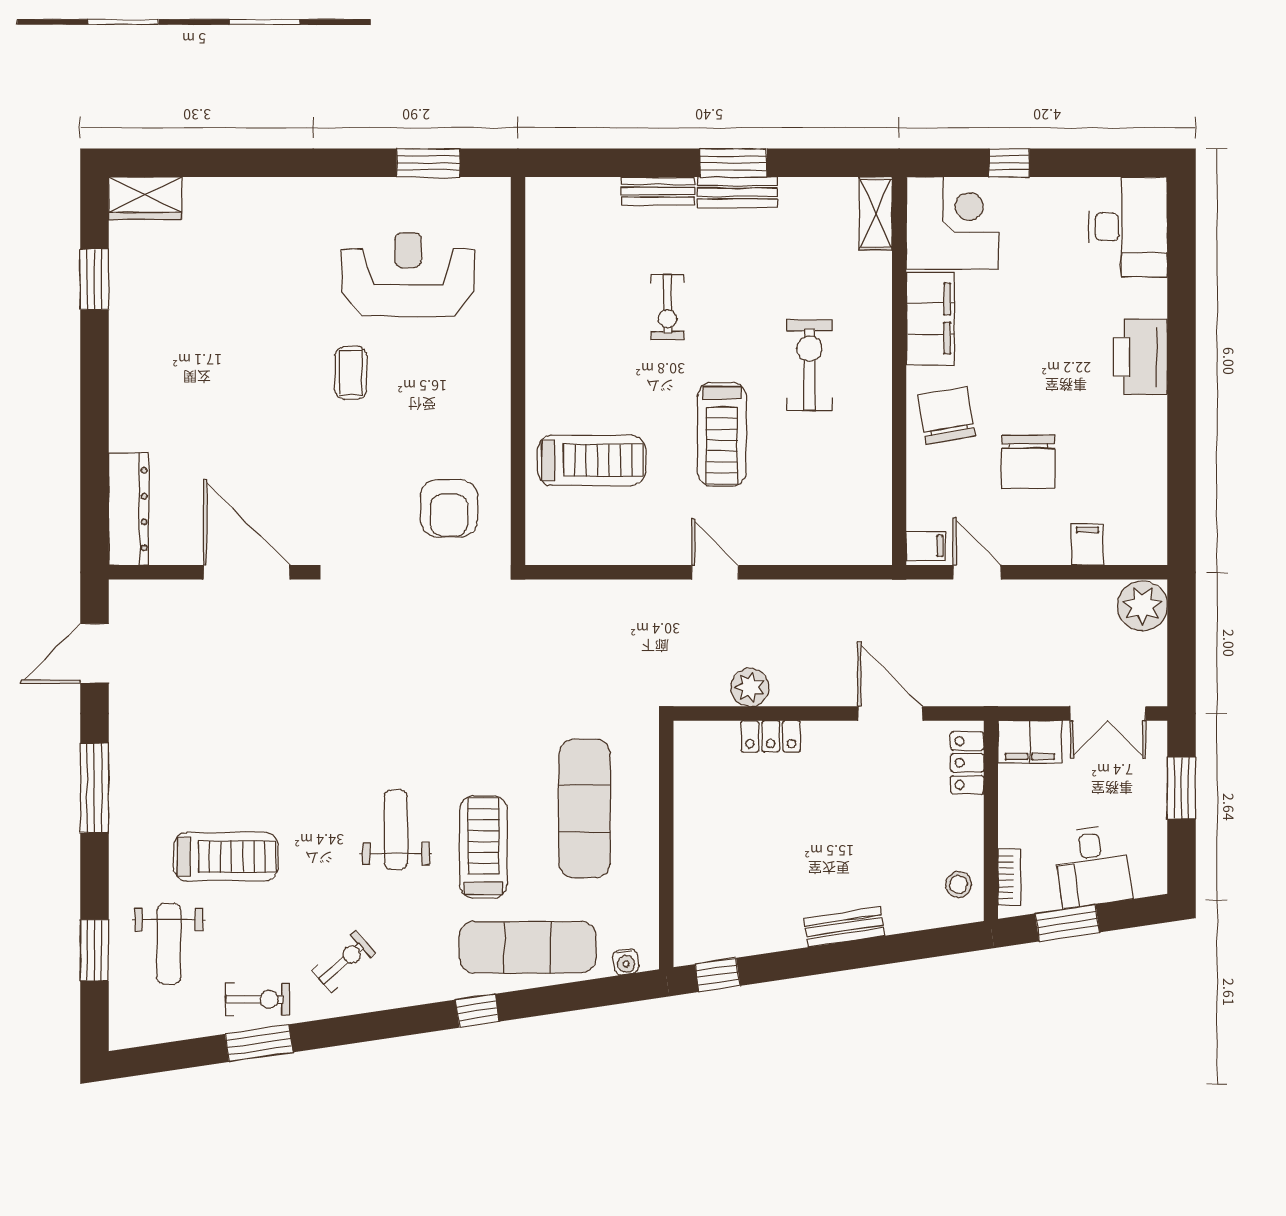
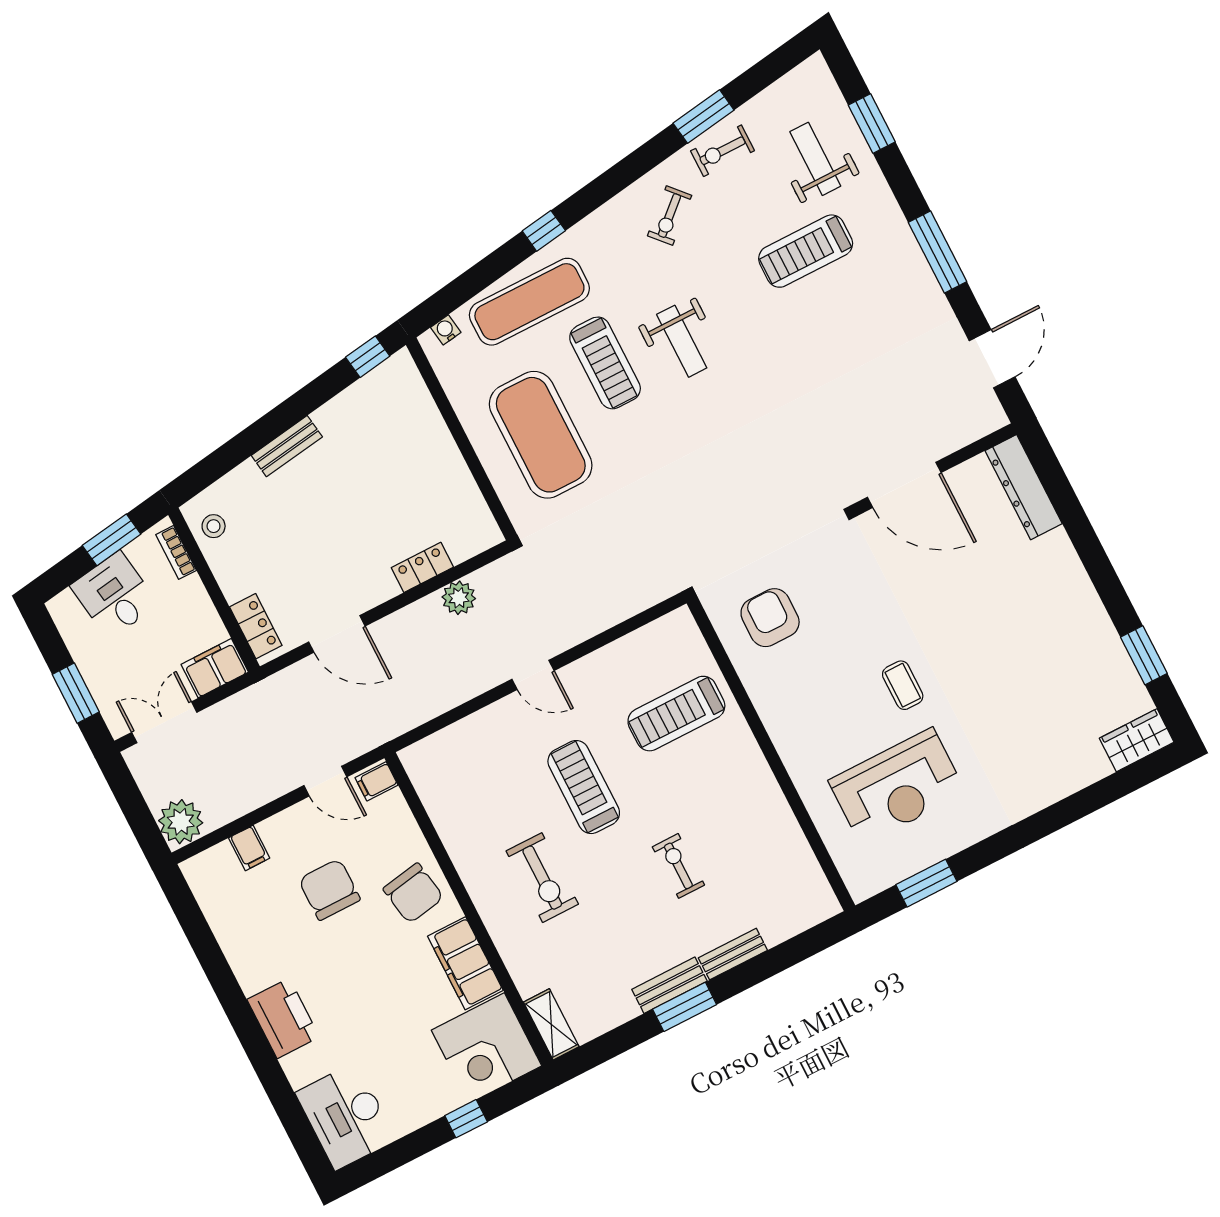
exercise mat: (585, 808) -> (541, 435), width x1.47

